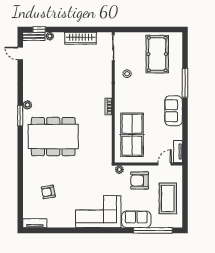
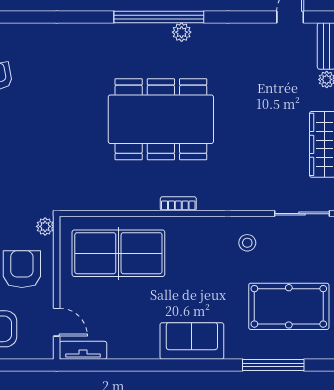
window: (185, 83) -> (273, 365), moved
sofa: (174, 111) -> (192, 341), moved
window: (20, 116) -> (159, 17), width x2.11
dining table: (53, 137) -> (161, 119), moved, turned 90

